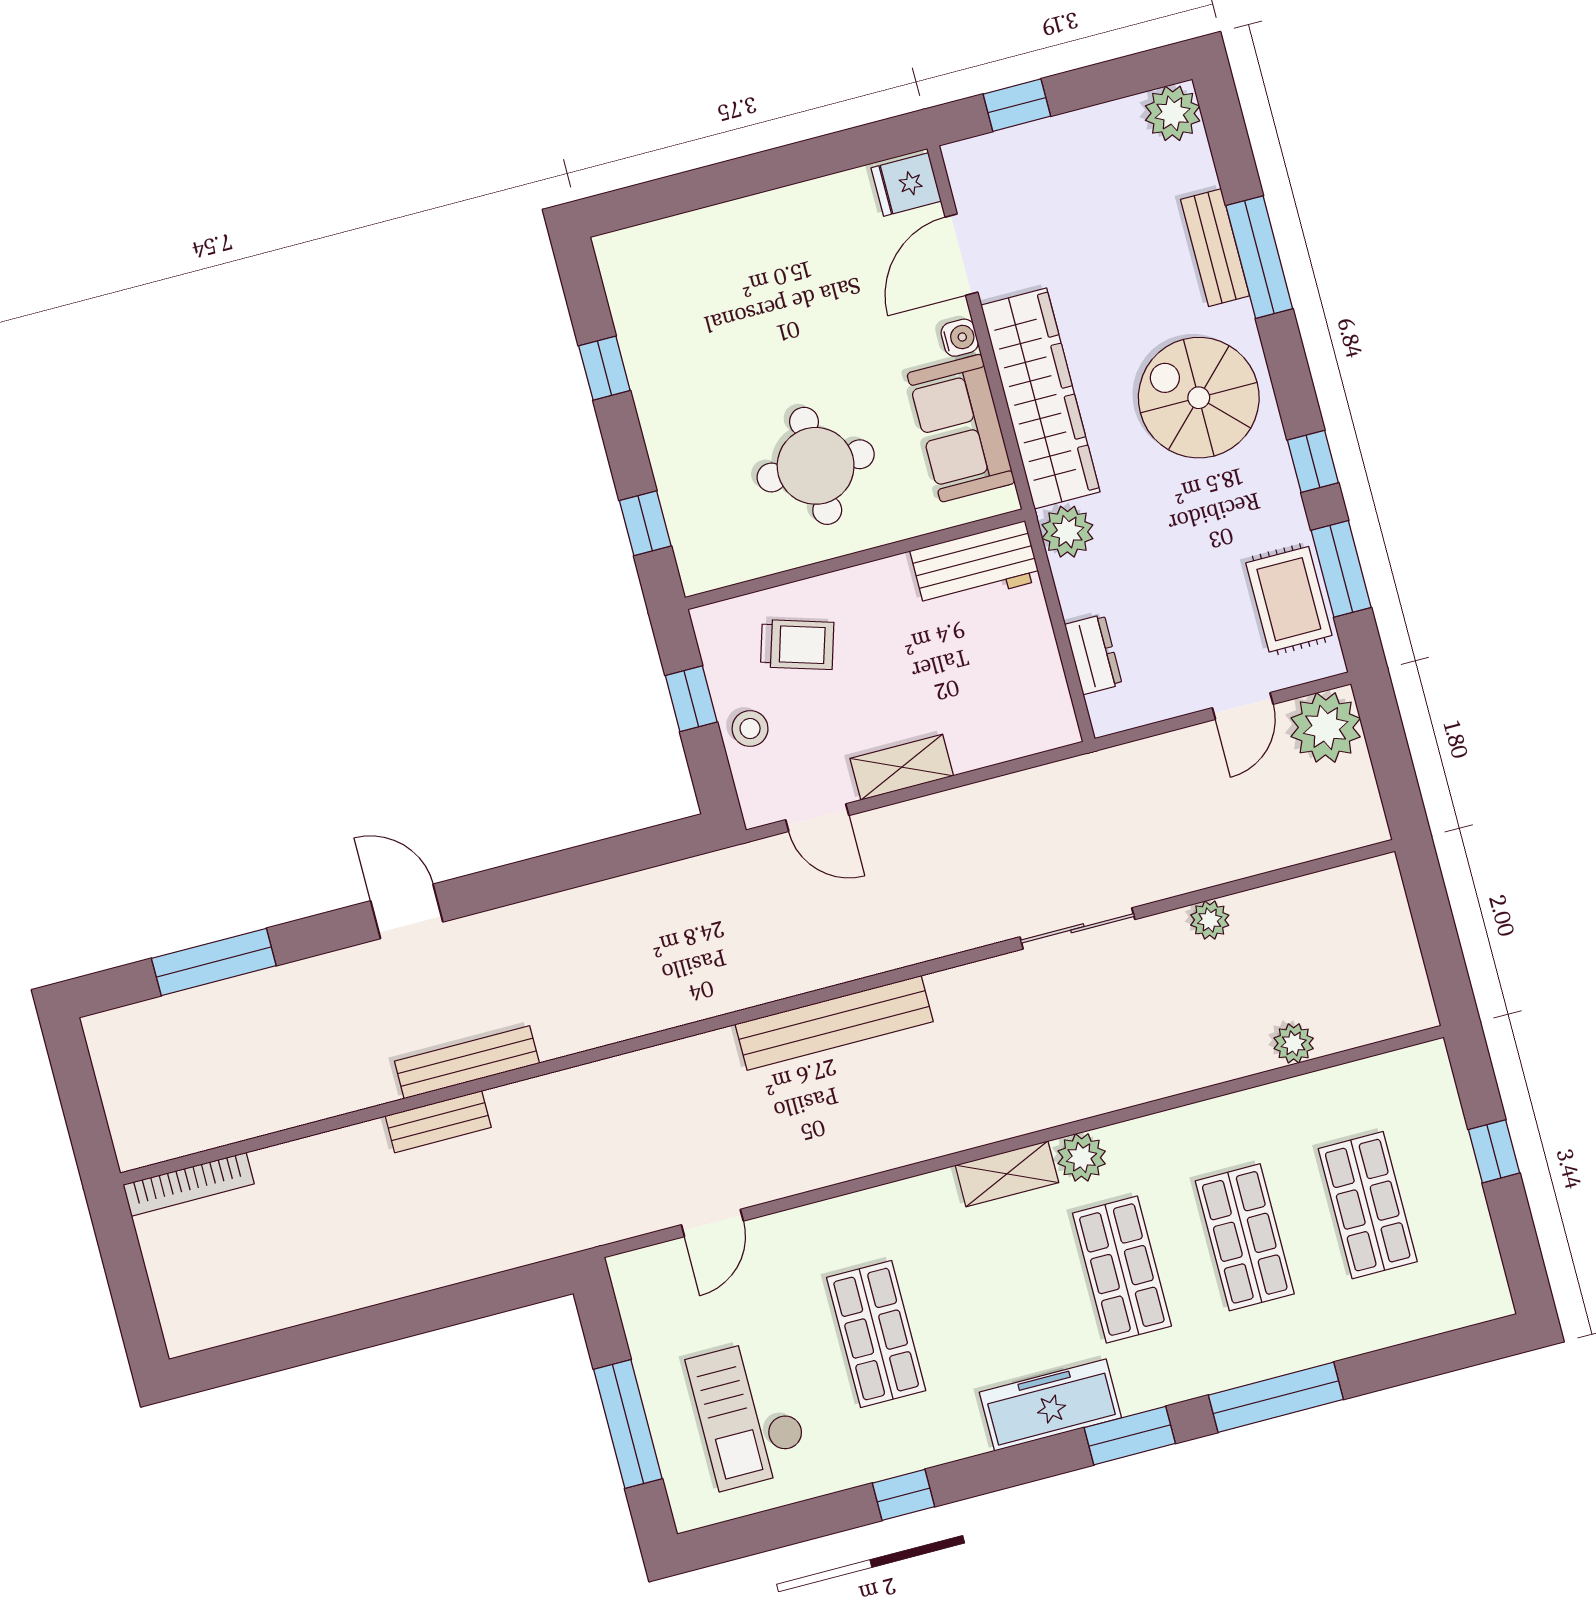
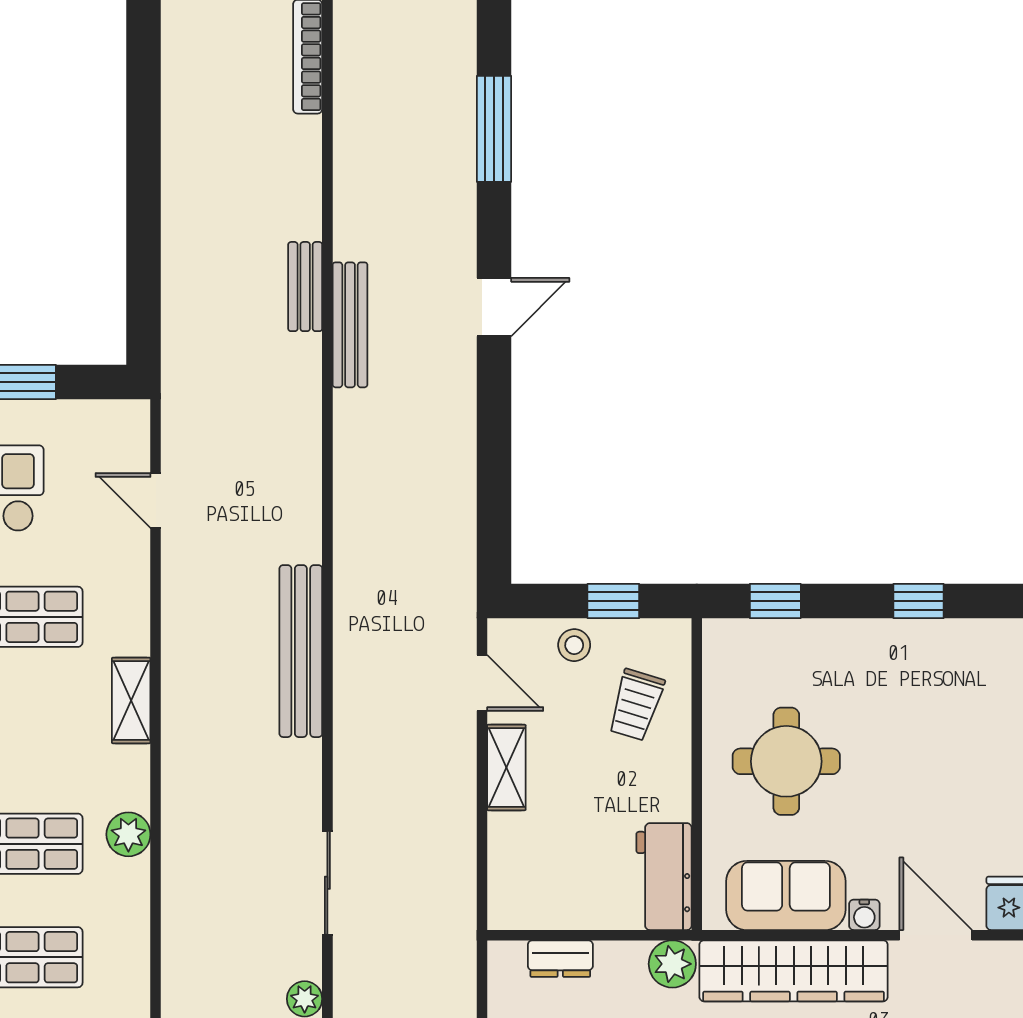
door: (817, 818) -> (482, 683), swing flipped
shelving: (1007, 1174) -> (131, 700), moved

